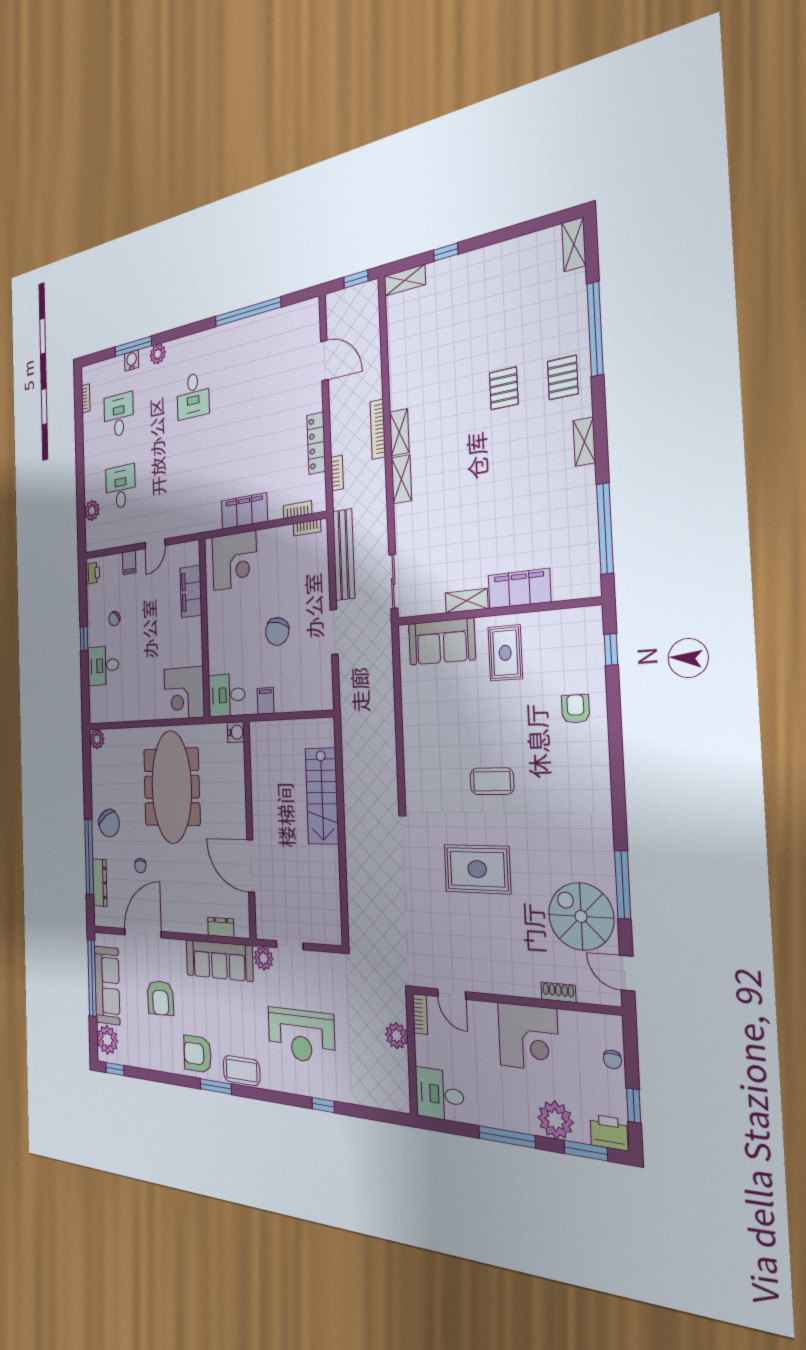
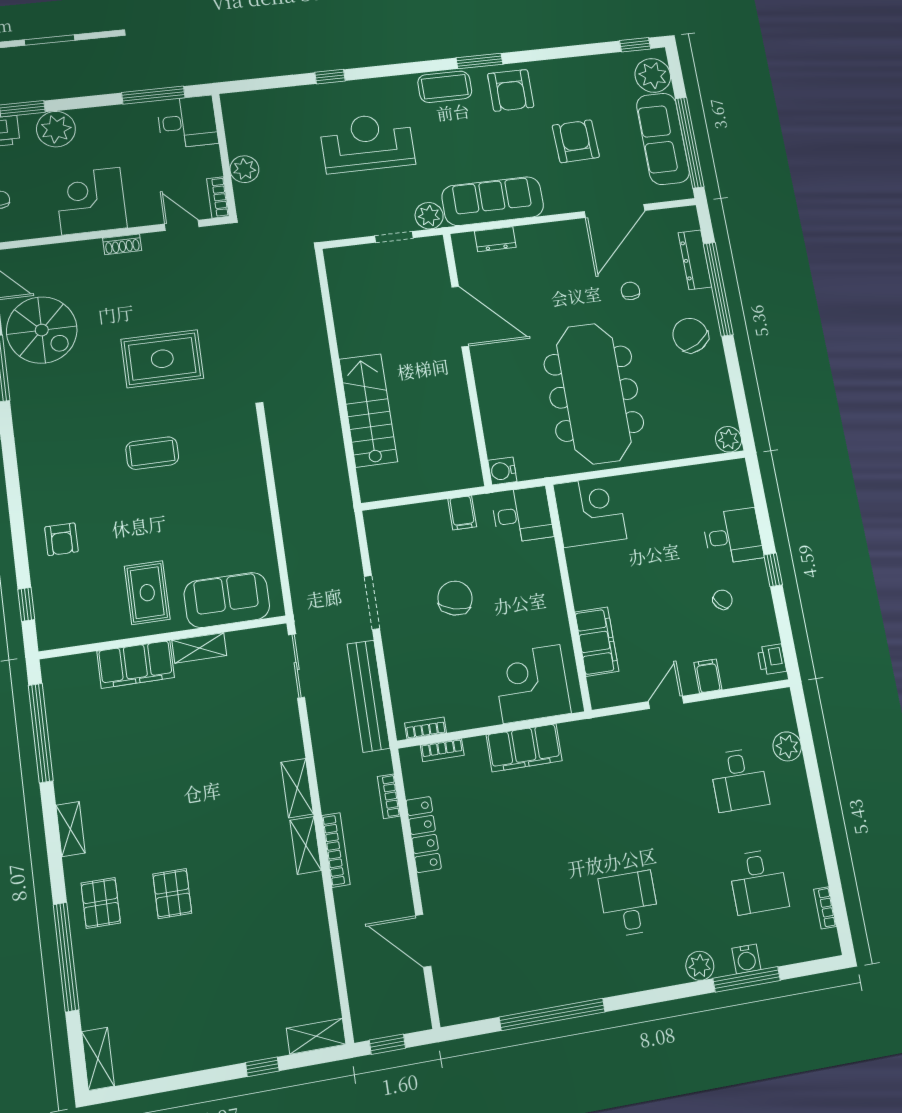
shoe rack: (558, 992) -> (122, 244), moved
armchair: (198, 1054) -> (511, 90), turned 90
window: (507, 1137) -> (153, 95), moved

